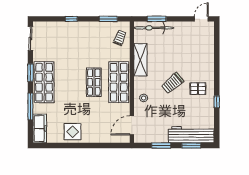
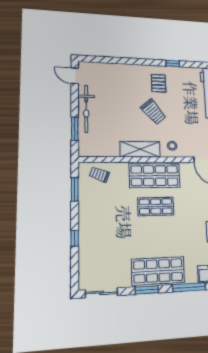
bicycle: (154, 28) -> (86, 109), moved
shelving: (140, 60) -> (140, 149), moved

